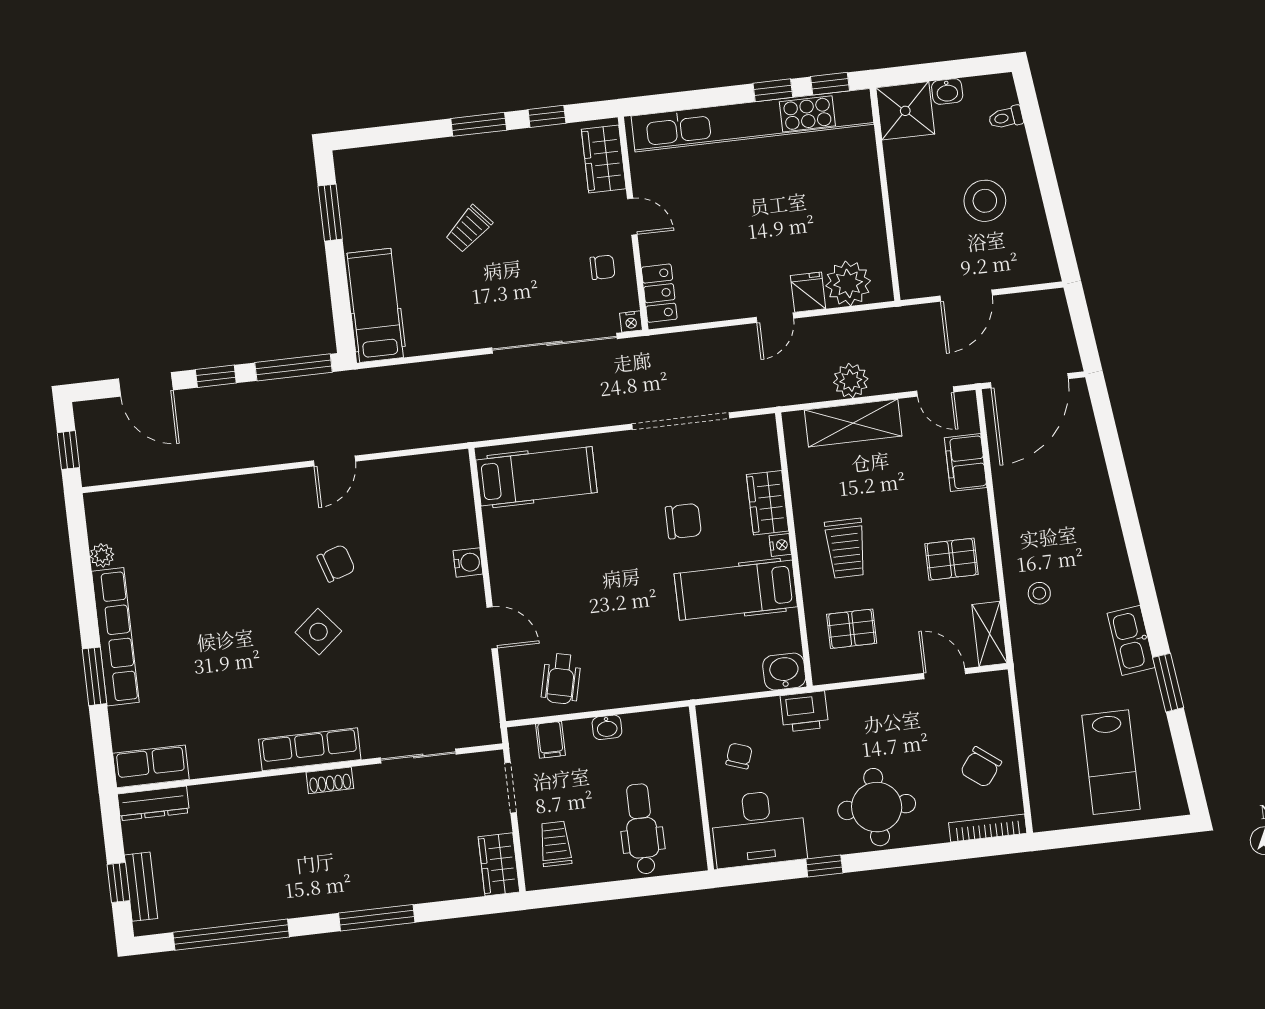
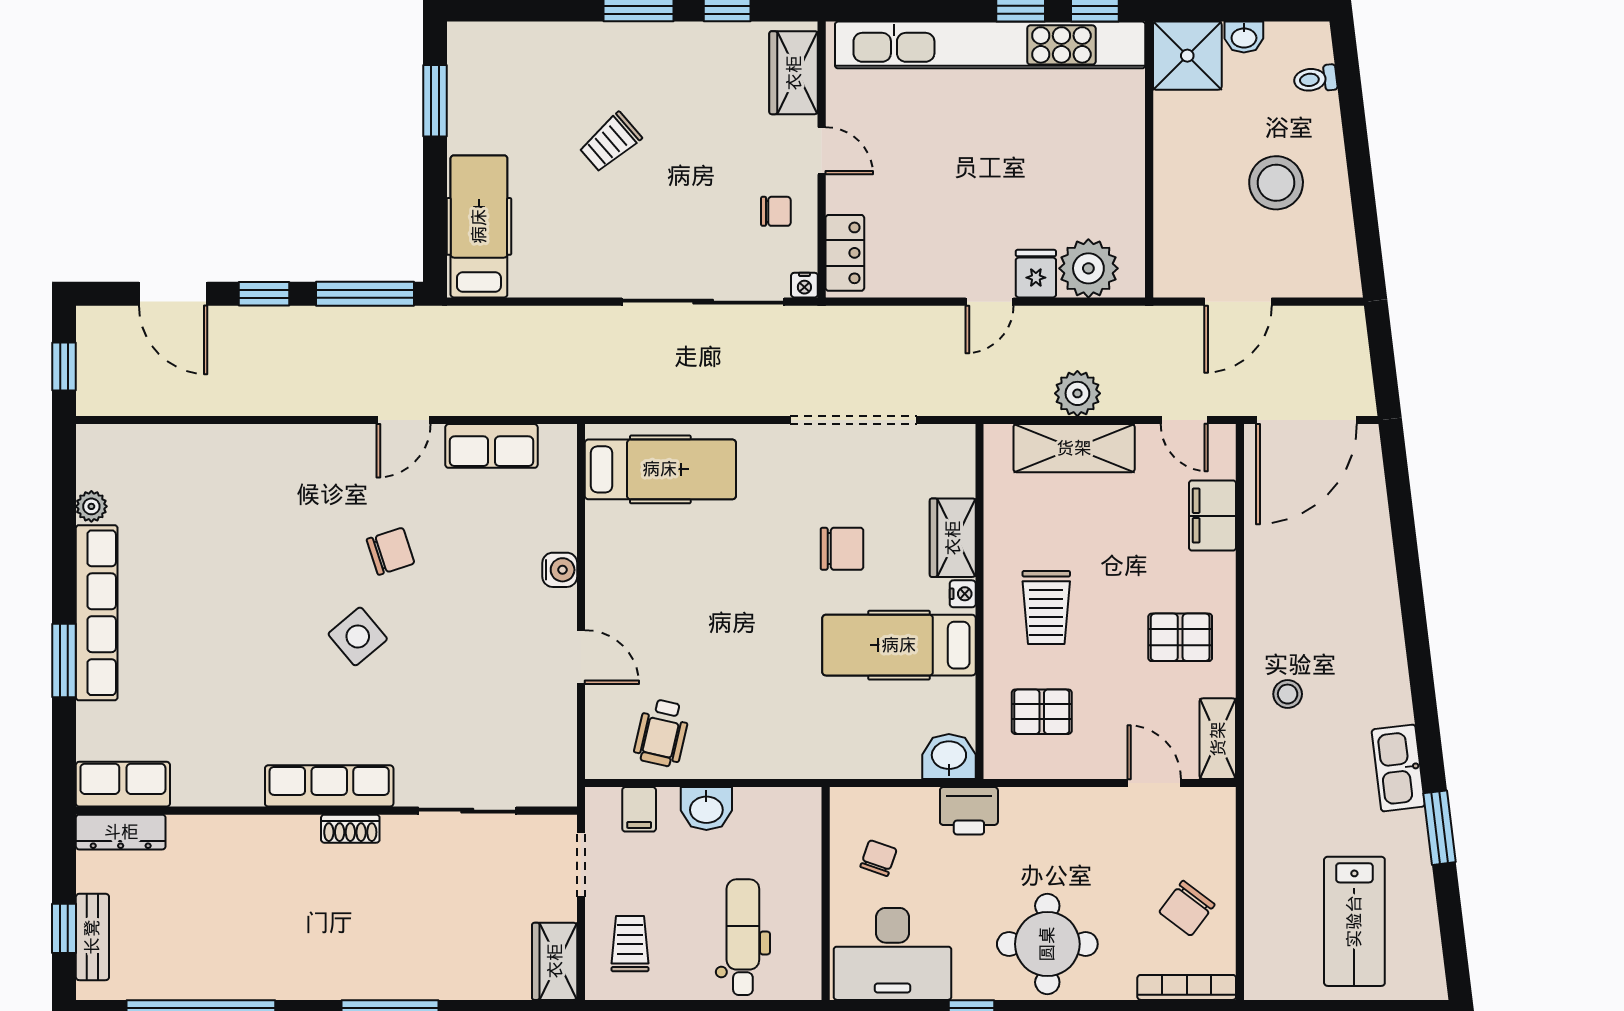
row of seats: (404, 473) -> (491, 446), added
washbasin: (607, 727) -> (706, 808), width x1.38, depth x1.45

